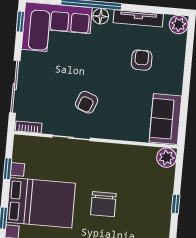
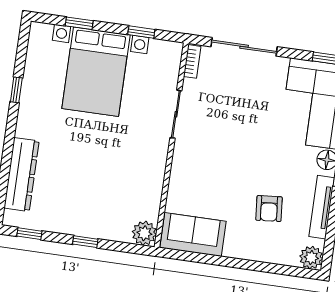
armchair: (142, 60) -> (269, 209), turned 85
armchair: (87, 102) -> (220, 136), removed
chair: (103, 204) -> (90, 150), removed

